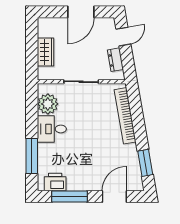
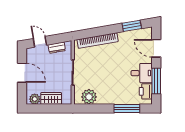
plant: (45, 29) -> (35, 99), added
desk: (52, 129) -> (142, 73), moved, turned -90

